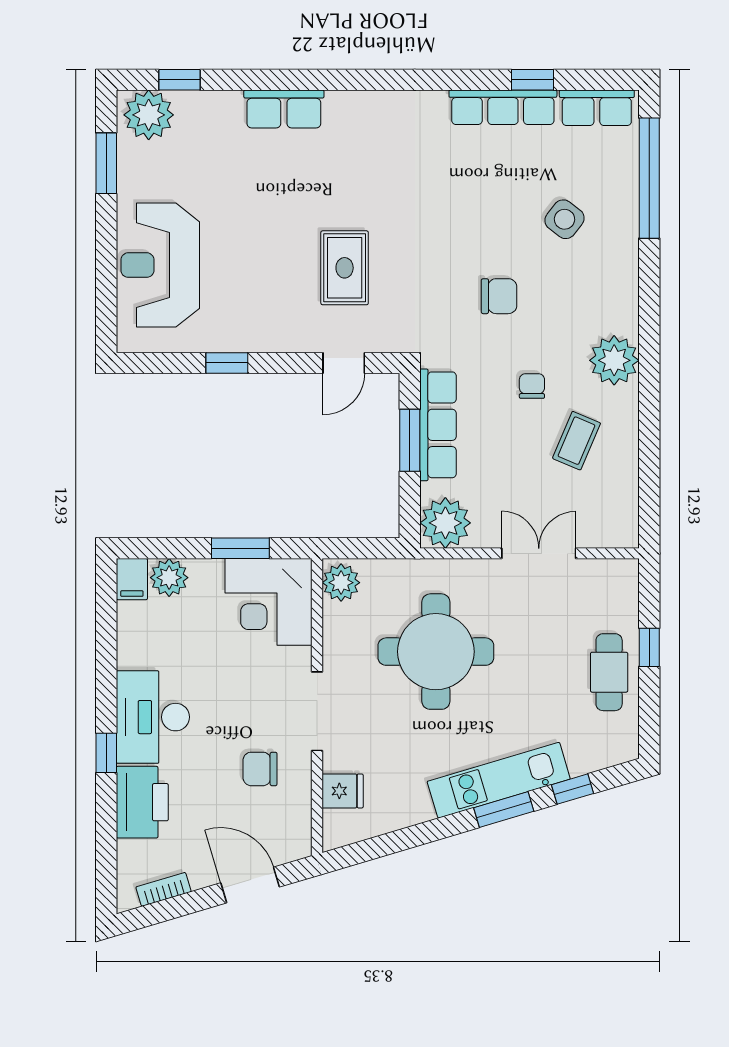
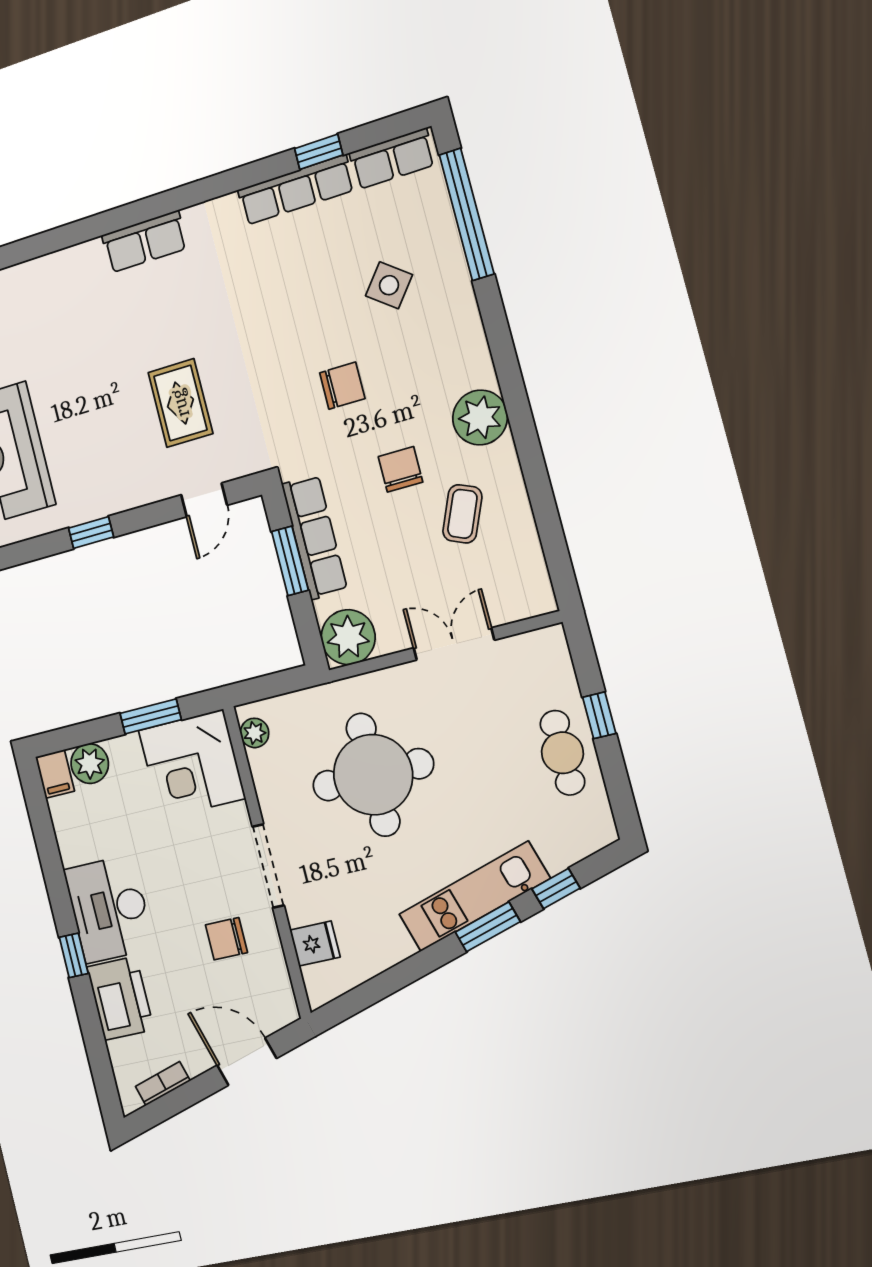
row of seats: (284, 109) -> (144, 242), moved
chair: (532, 386) -> (401, 469), width x1.37, depth x1.37
plant: (341, 583) -> (255, 733), width x0.73, depth x0.73

